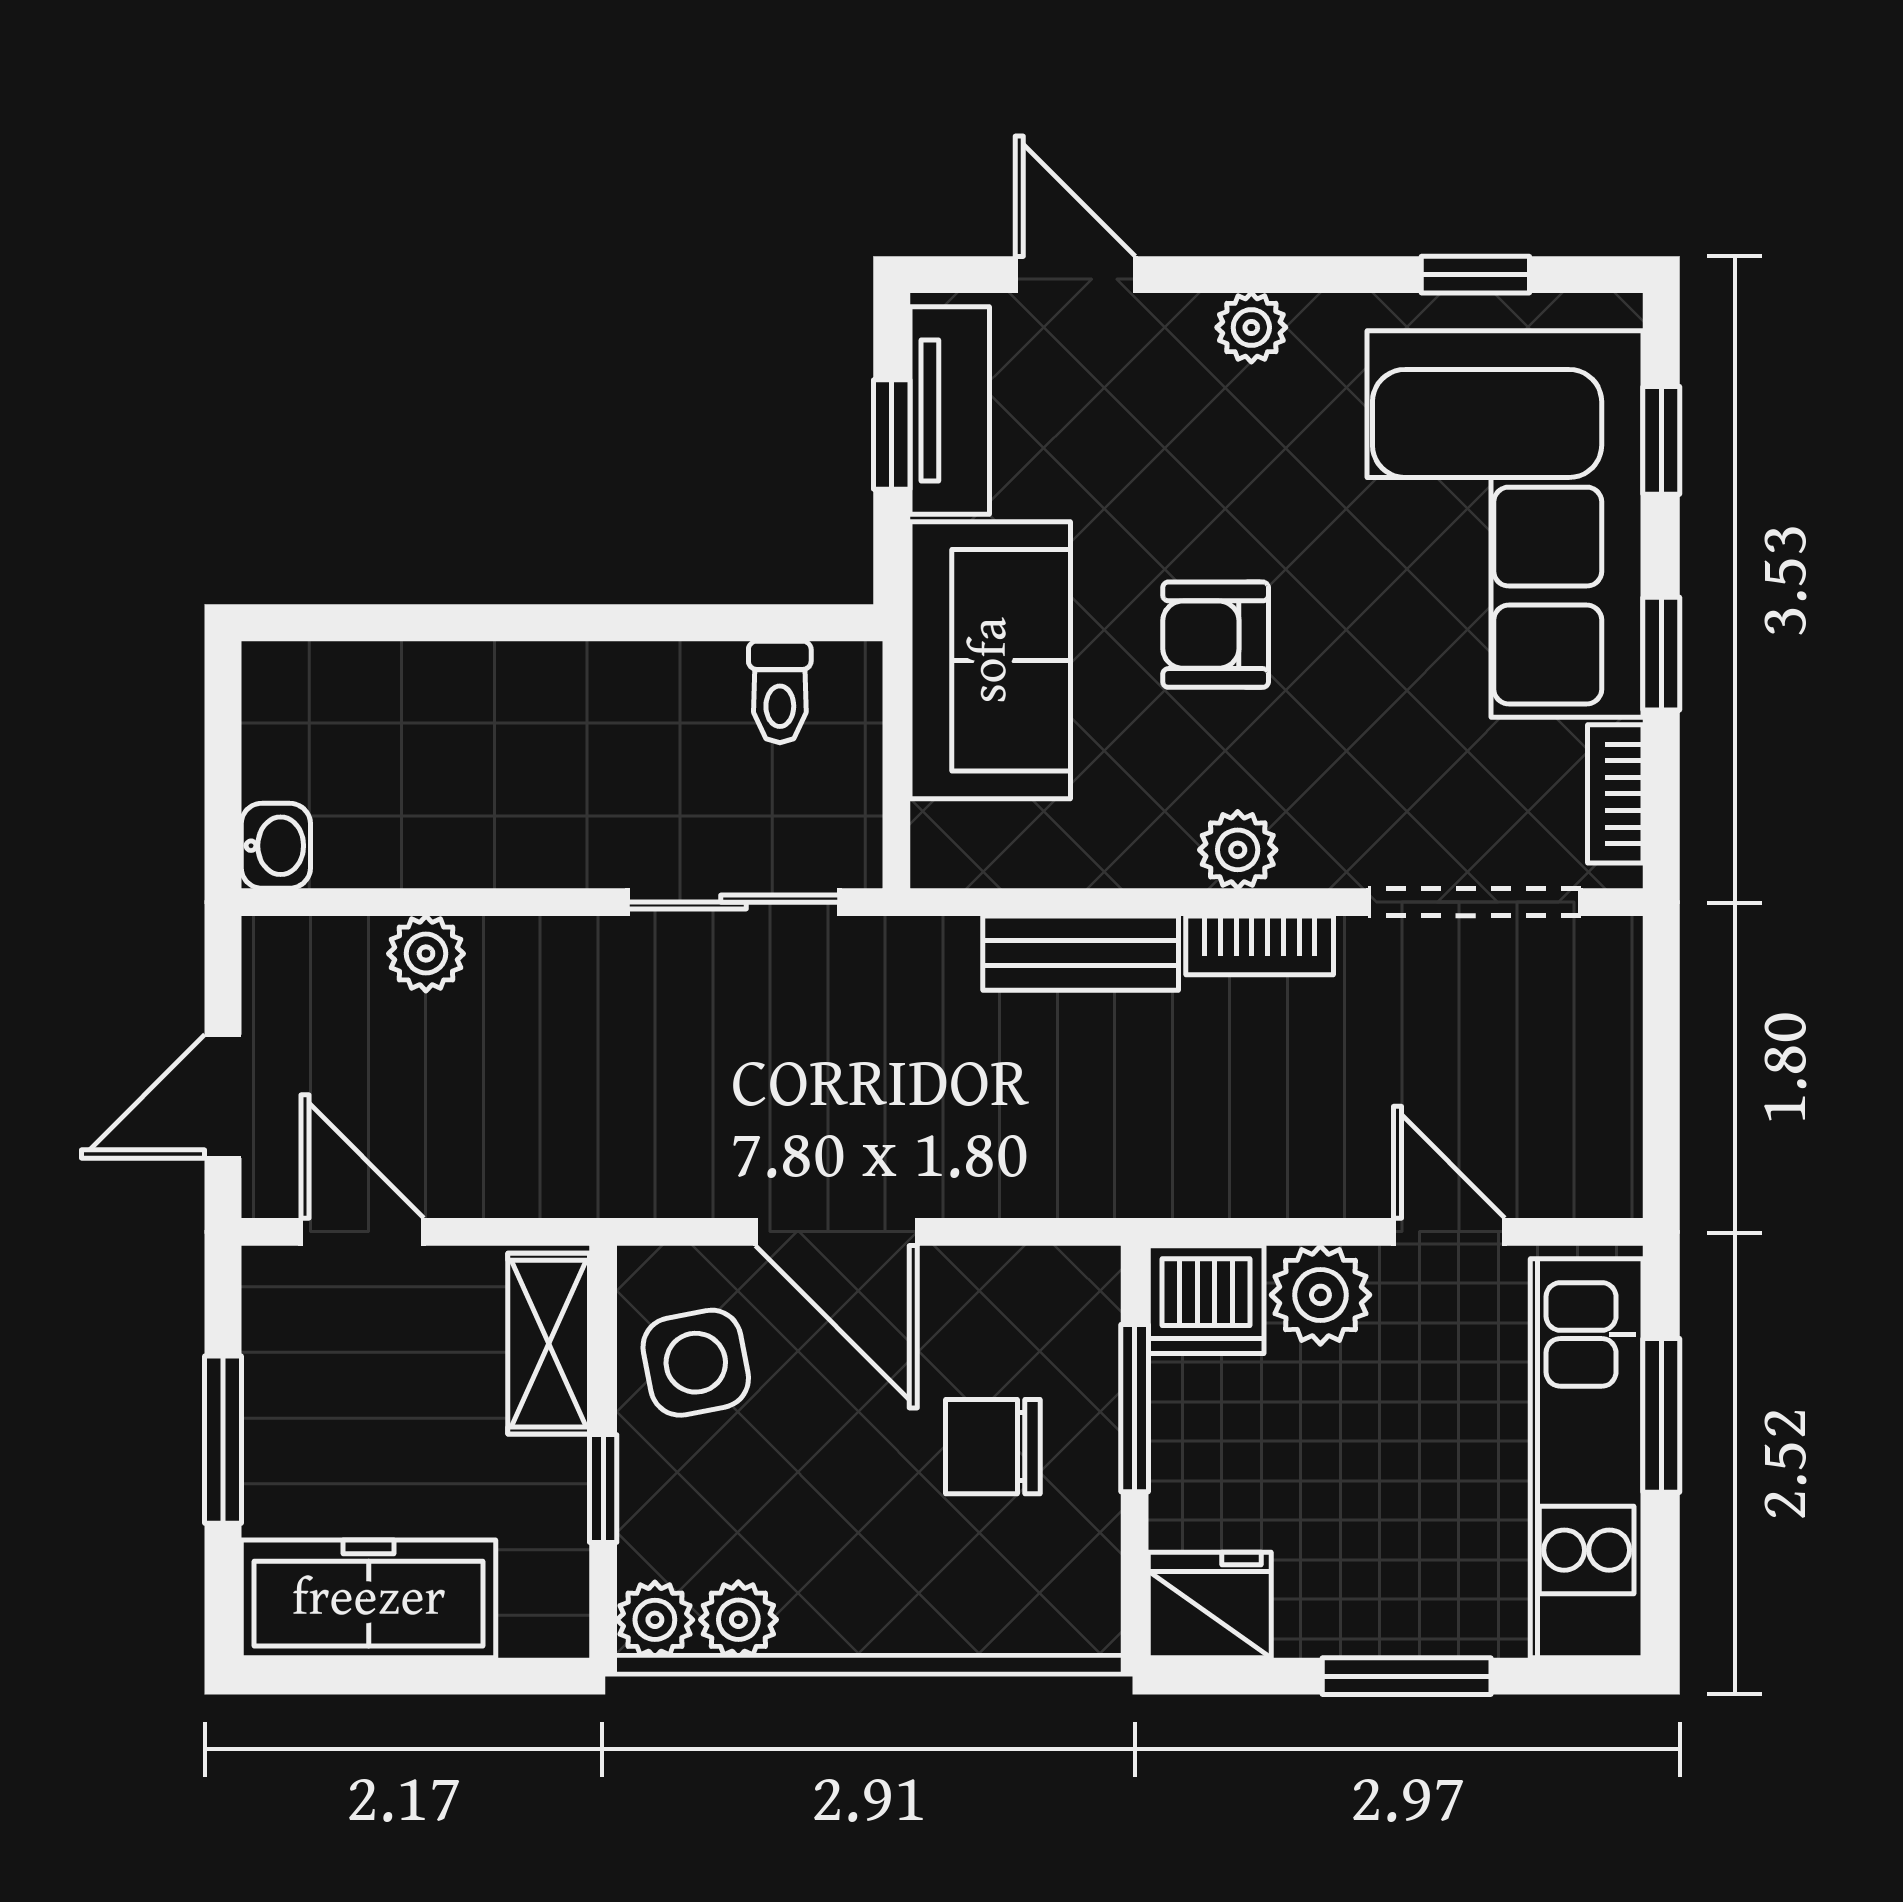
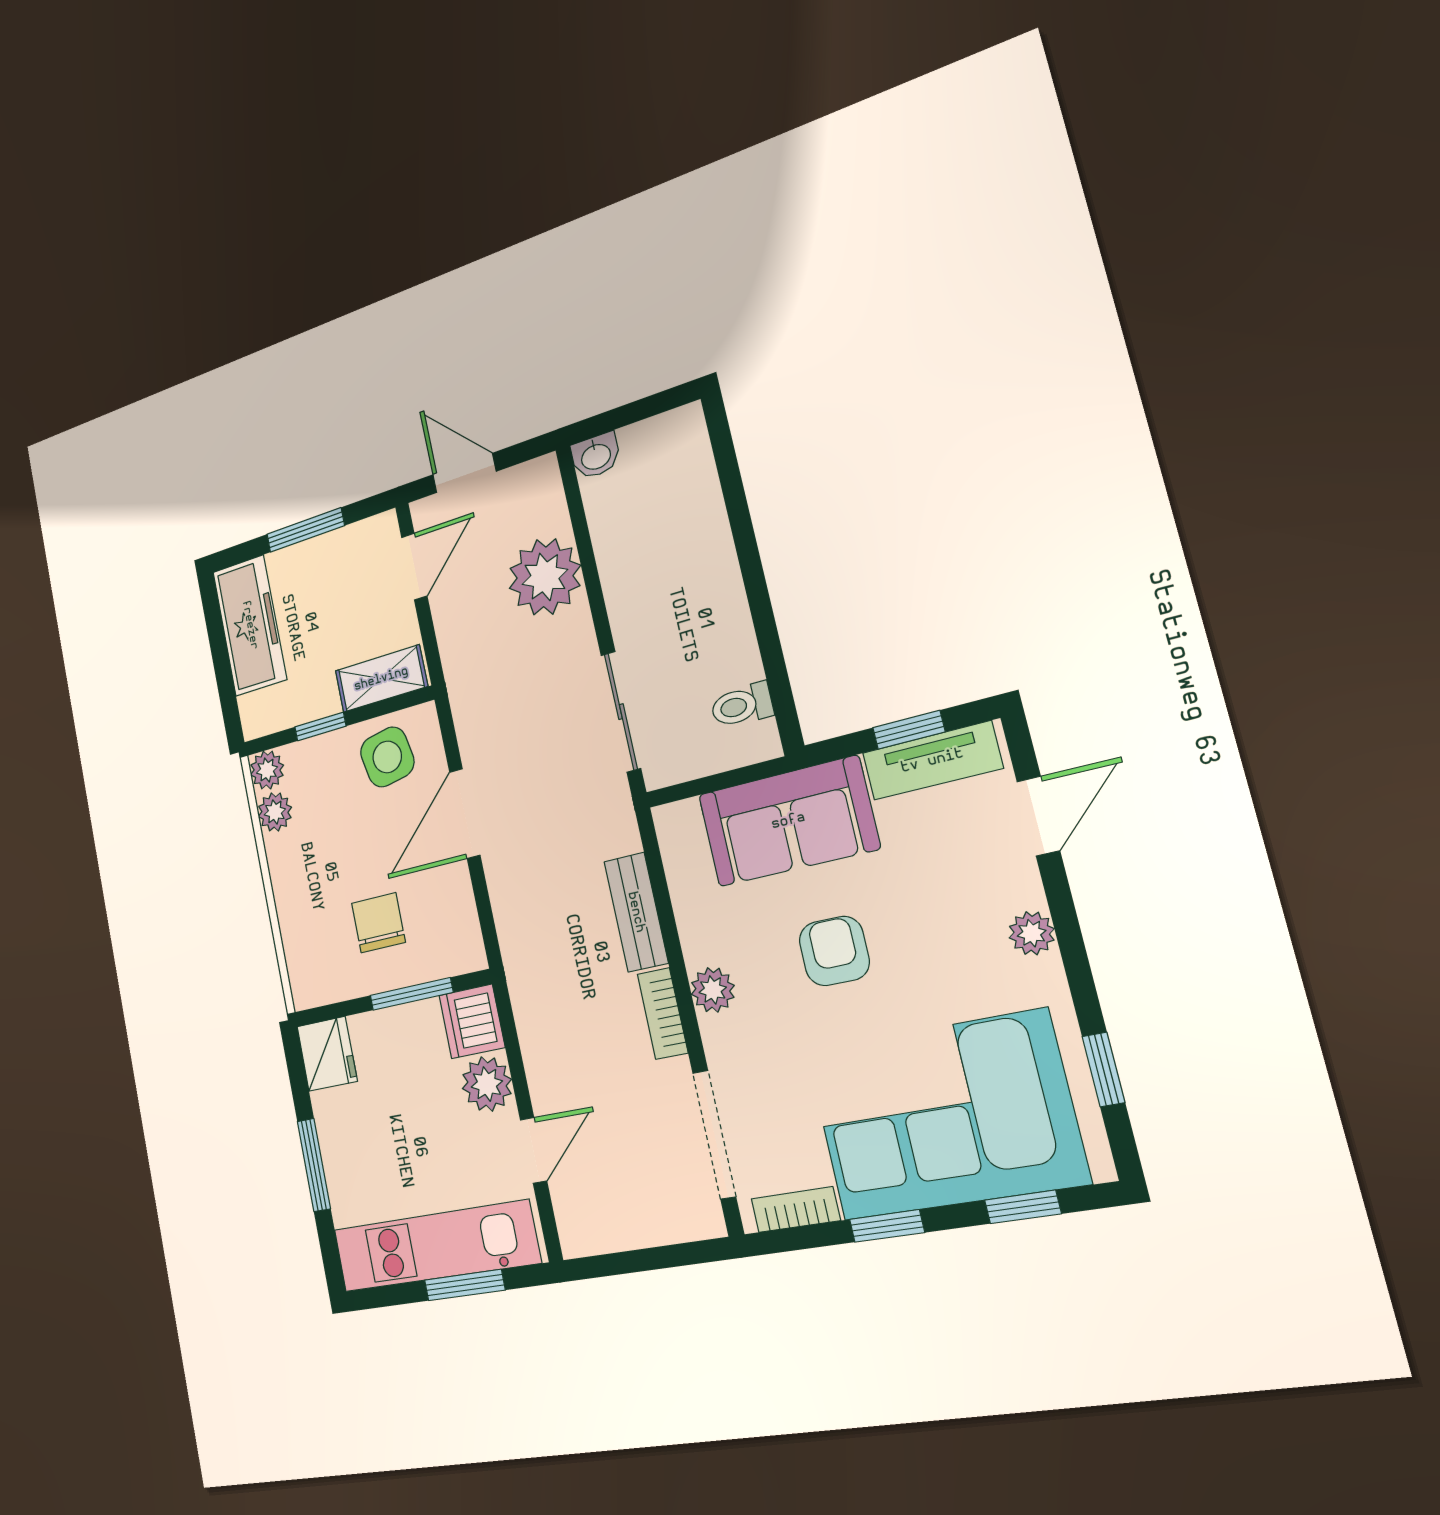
plant: (426, 954) -> (545, 577), width x1.87, depth x1.87

